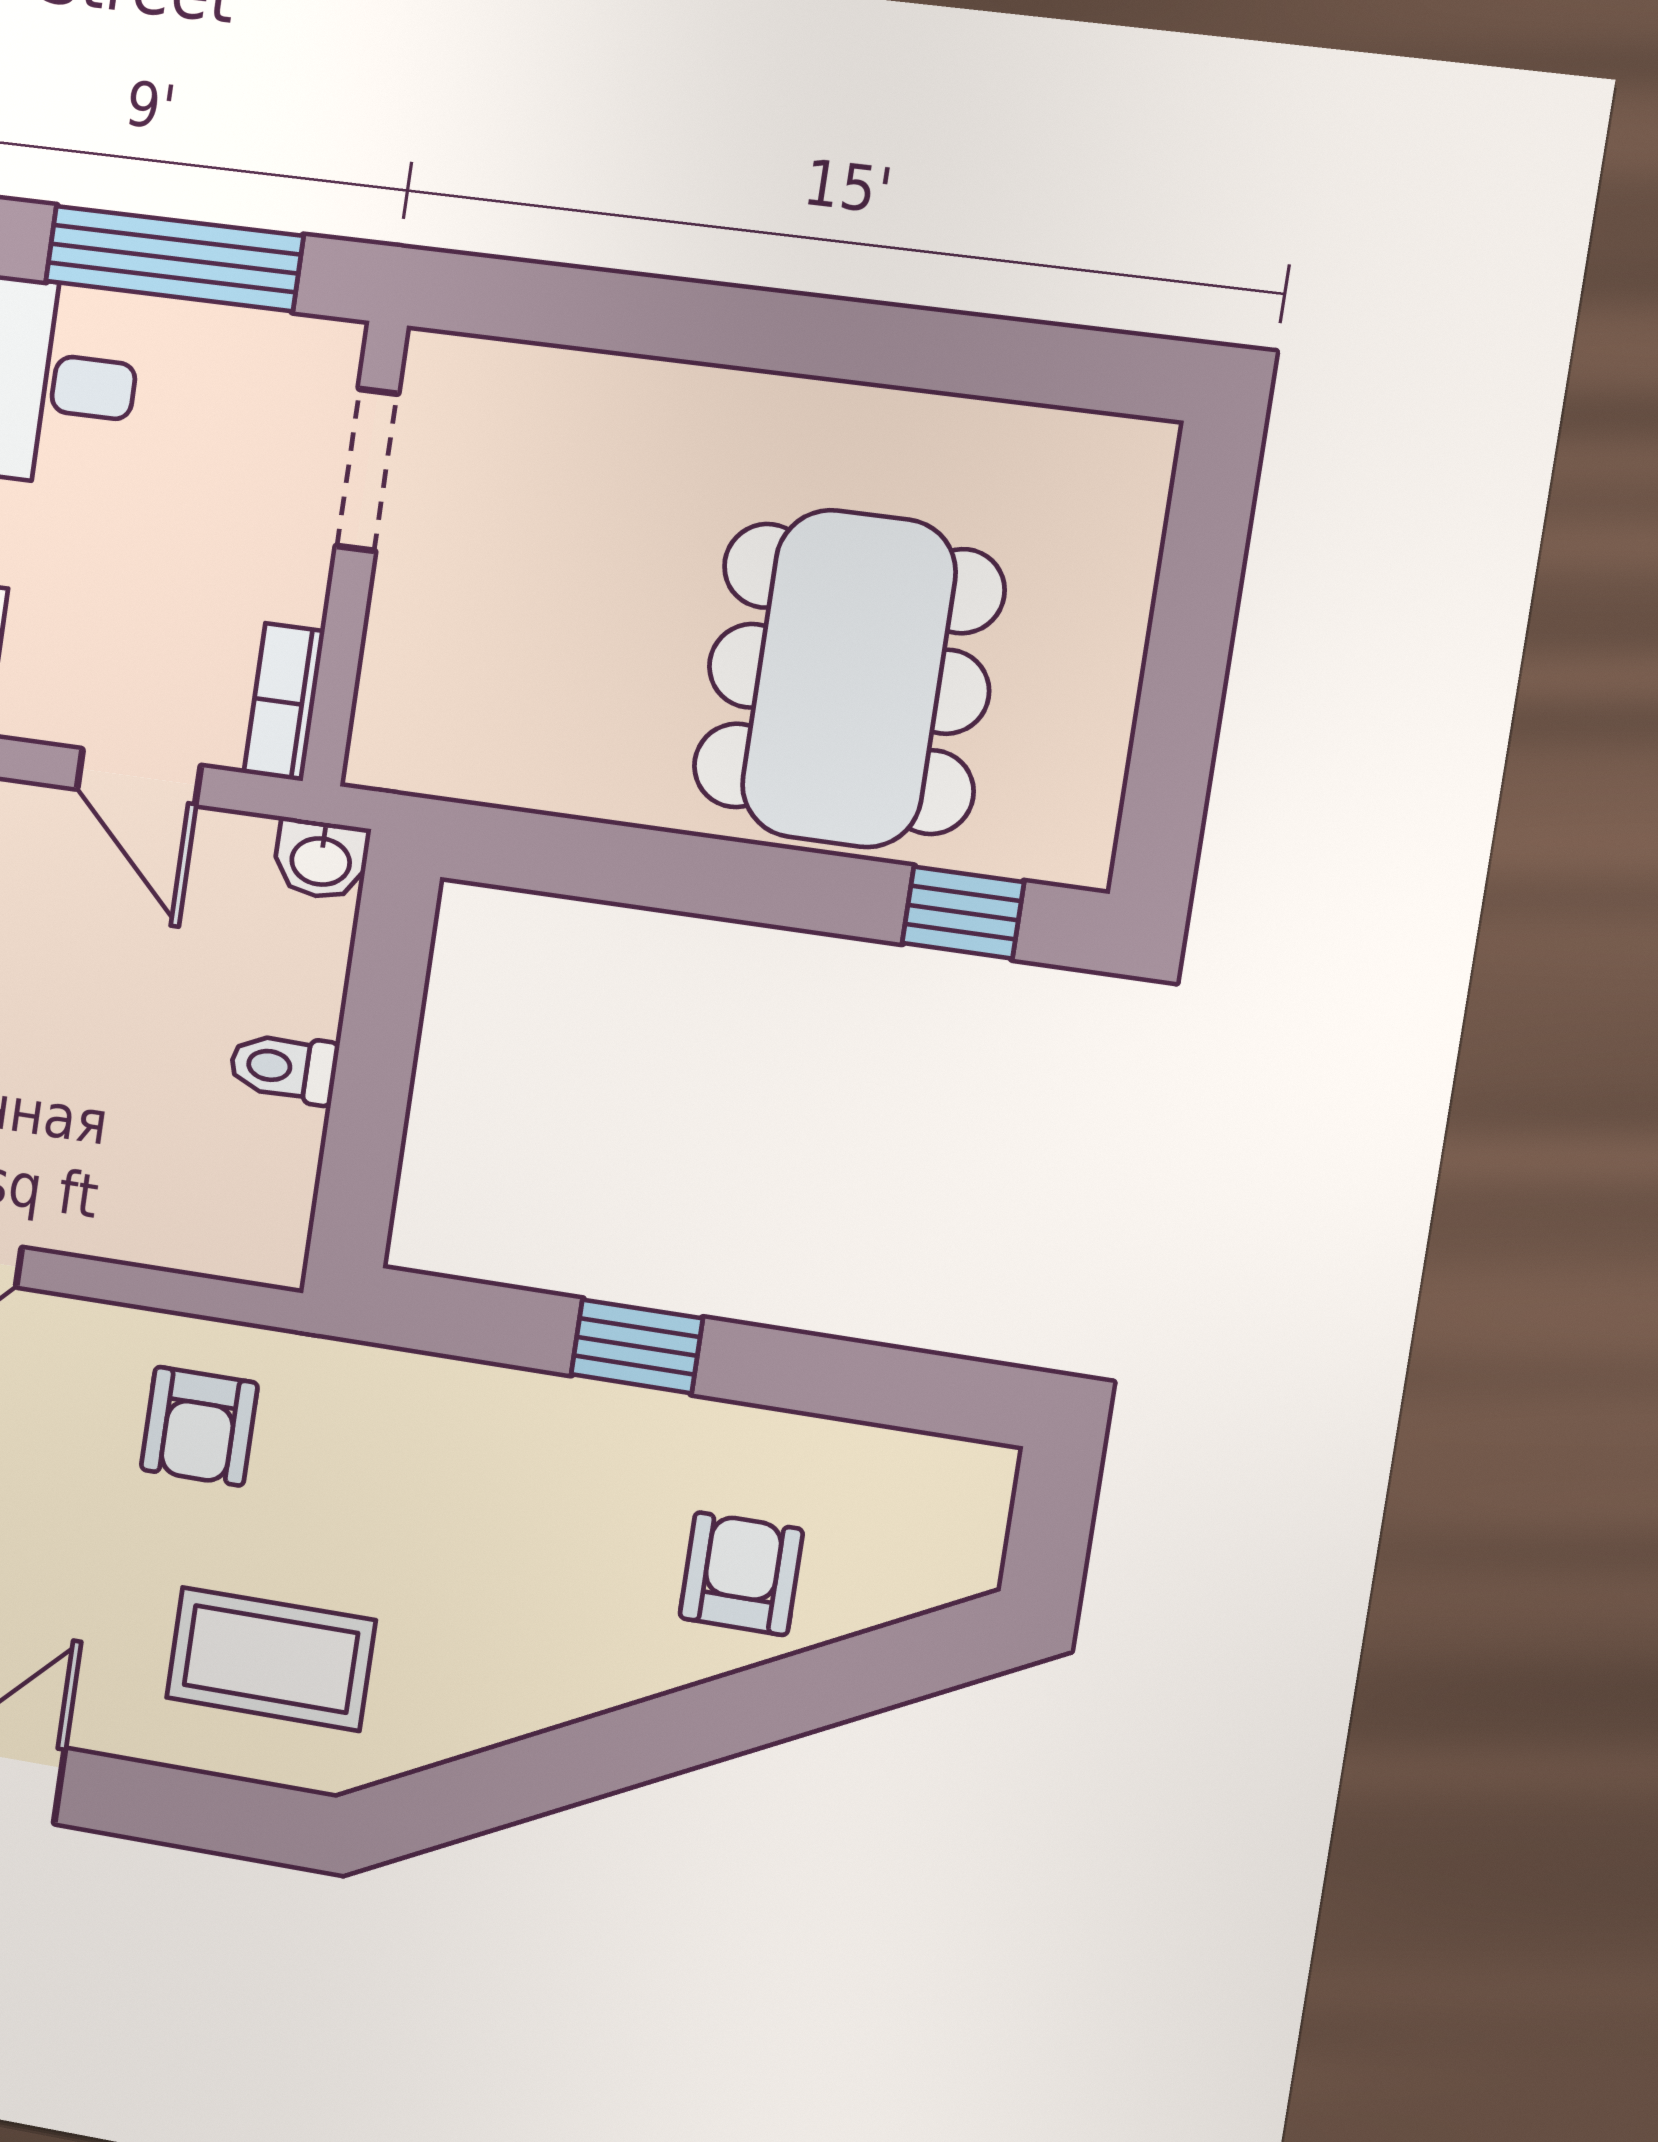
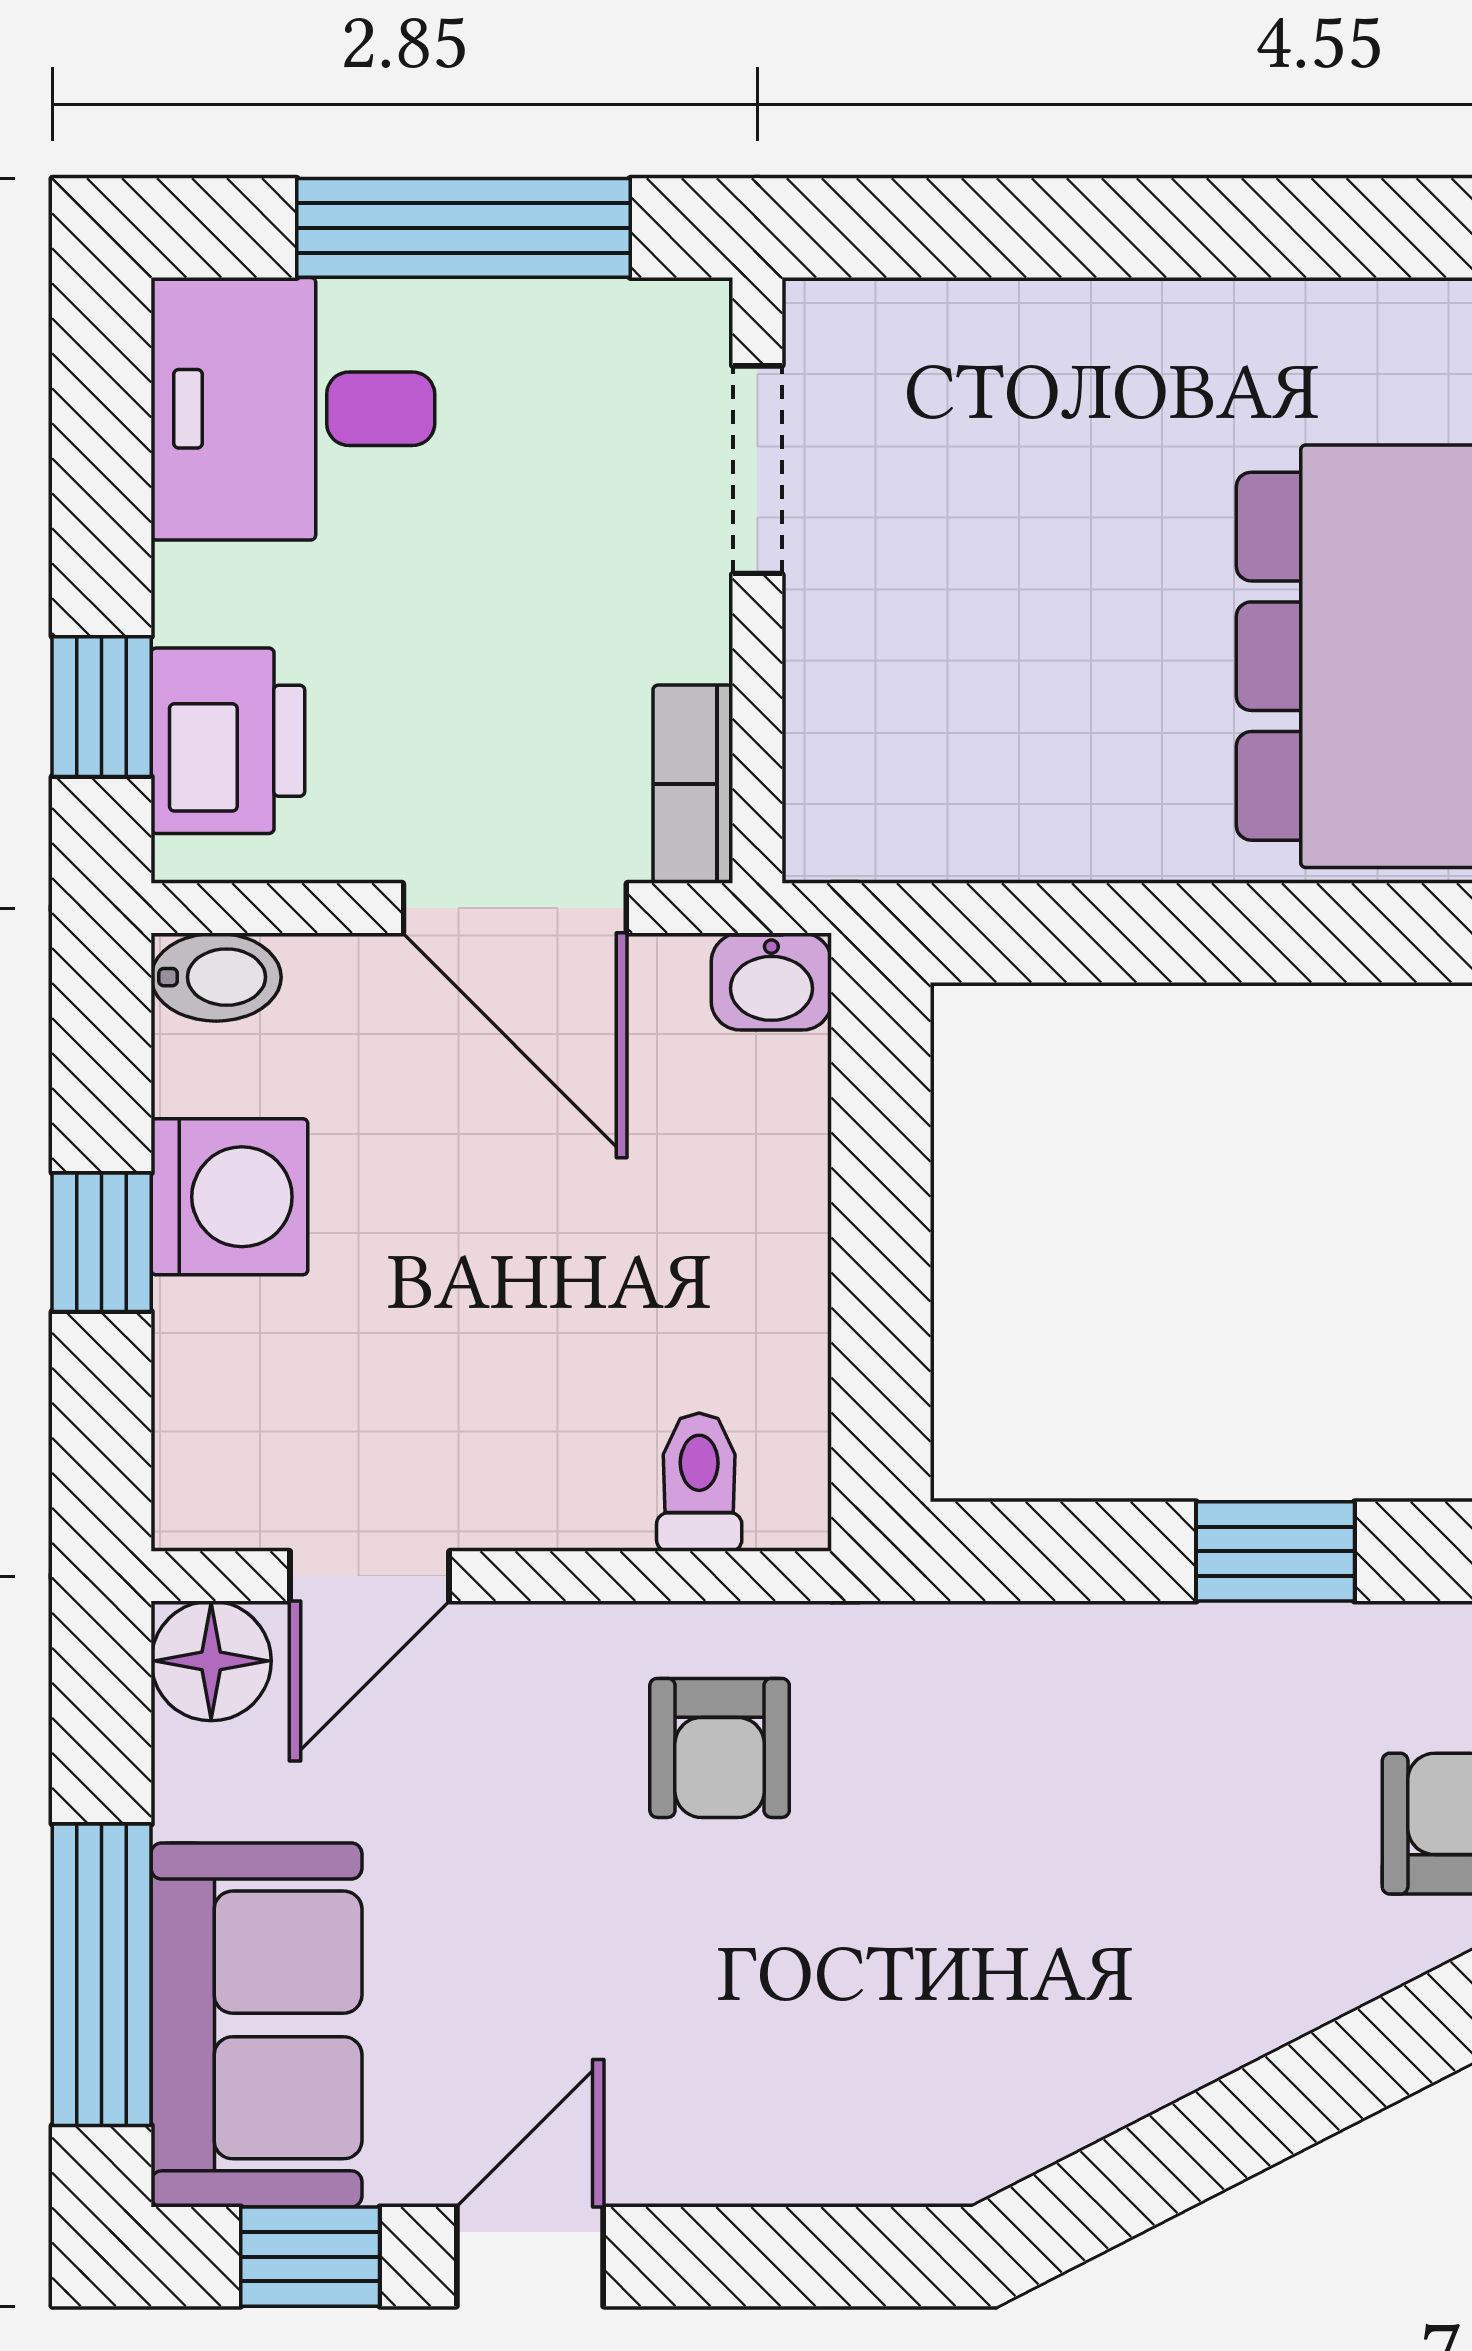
door: (139, 777) -> (515, 908), width x1.38
toilet: (284, 1068) -> (699, 1482), moved, turned 90
coffee table: (271, 1659) -> (859, 2039), removed

